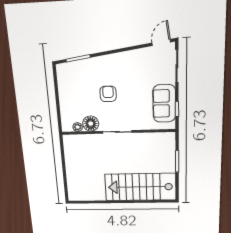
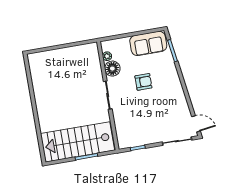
sofa: (164, 103) -> (148, 43), moved, turned 180
stairs: (140, 187) -> (77, 142), moved, turned -90

